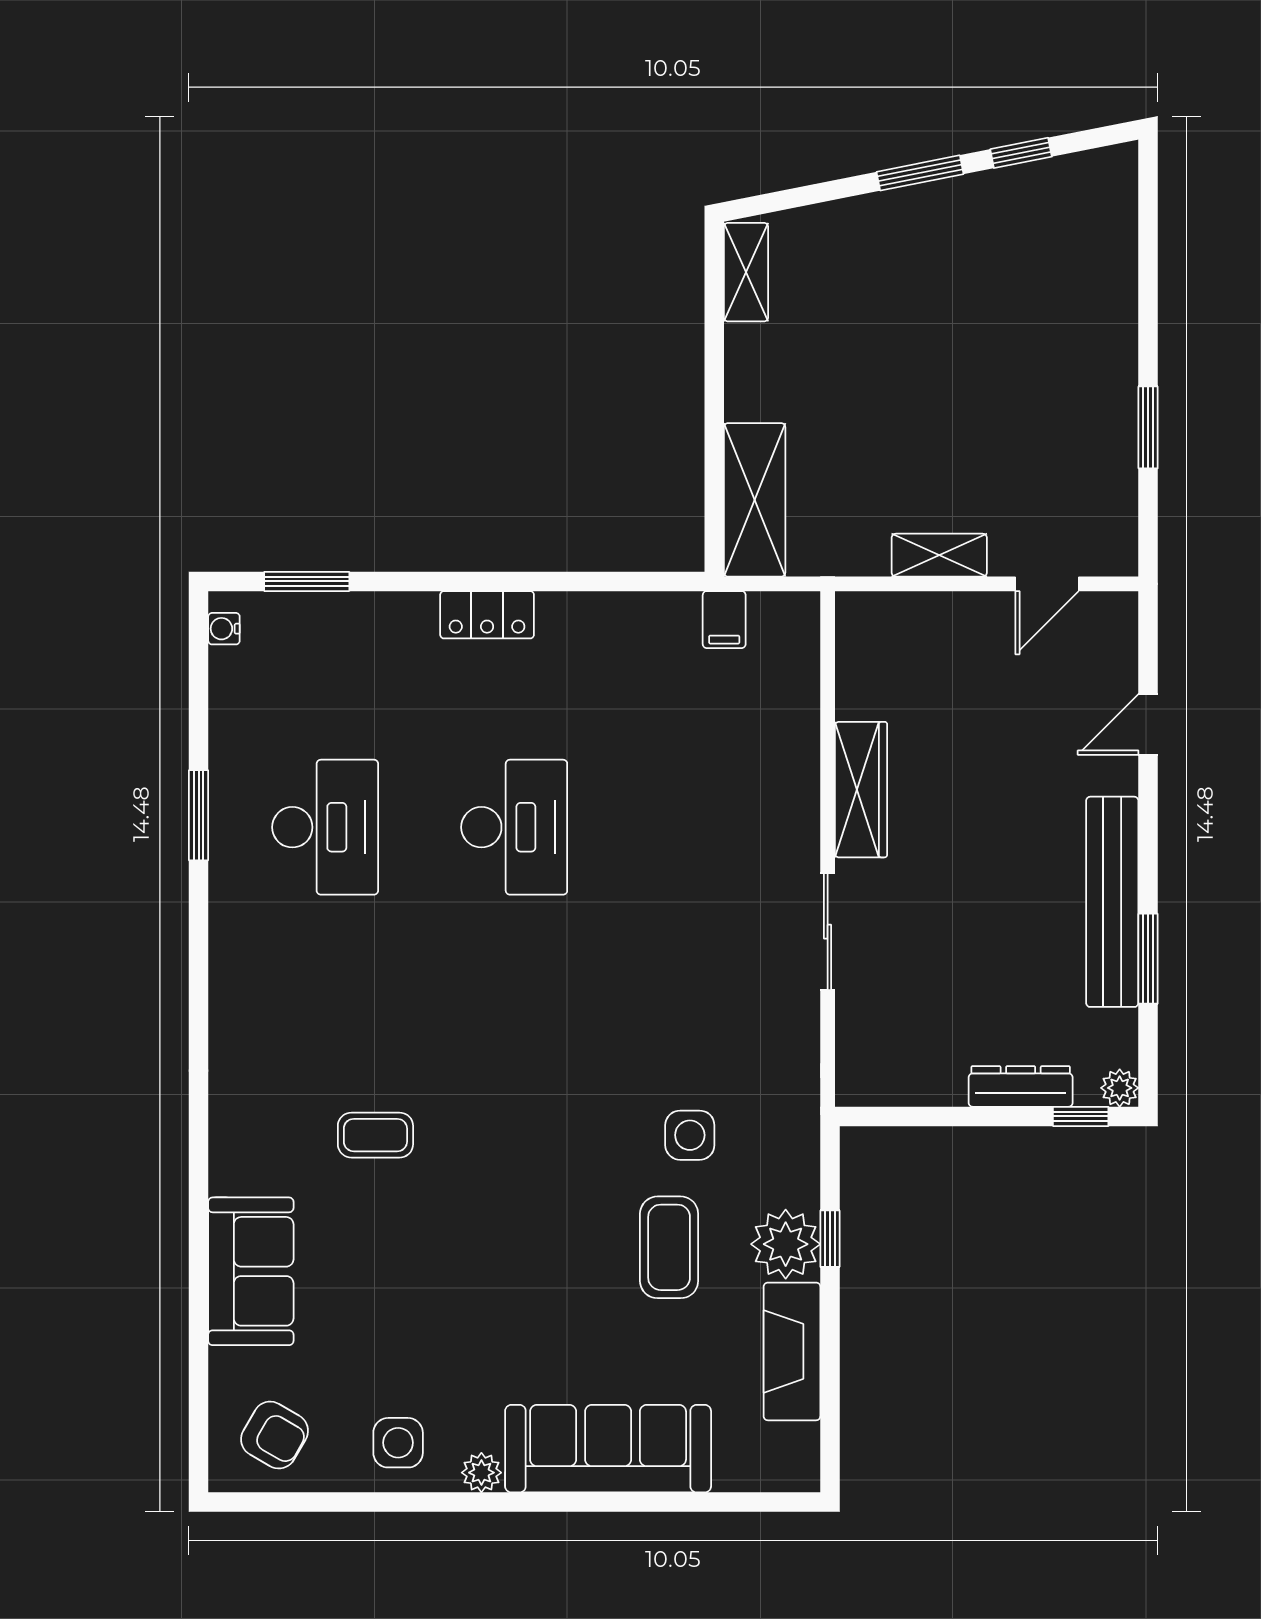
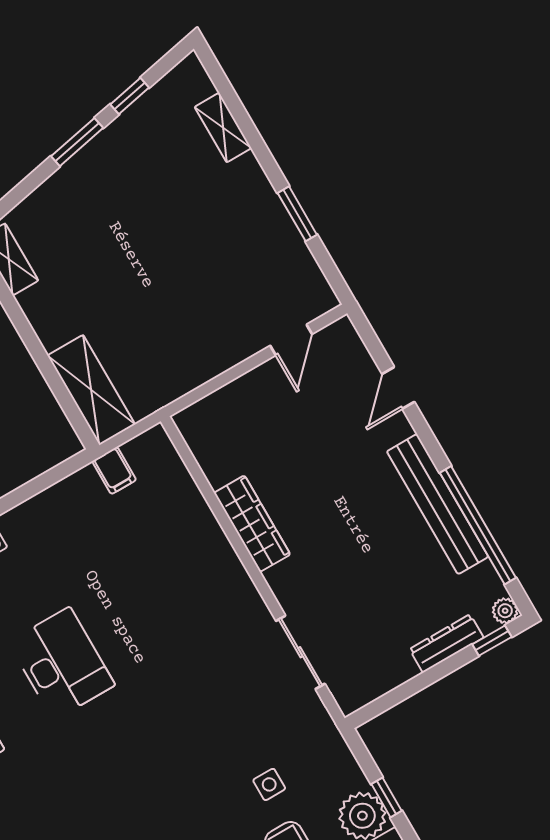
shelving: (939, 555) -> (223, 128), moved, turned 90
sliding door: (828, 932) -> (300, 652), moved
window: (1148, 959) -> (478, 525), width x2.11
side table: (690, 1135) -> (269, 784), width x0.73, depth x0.73

